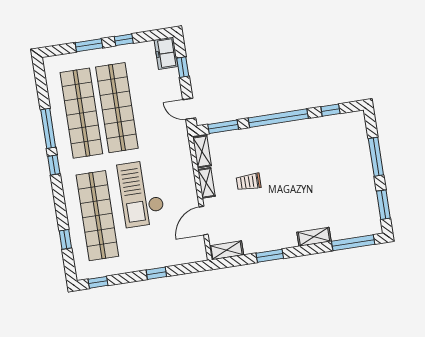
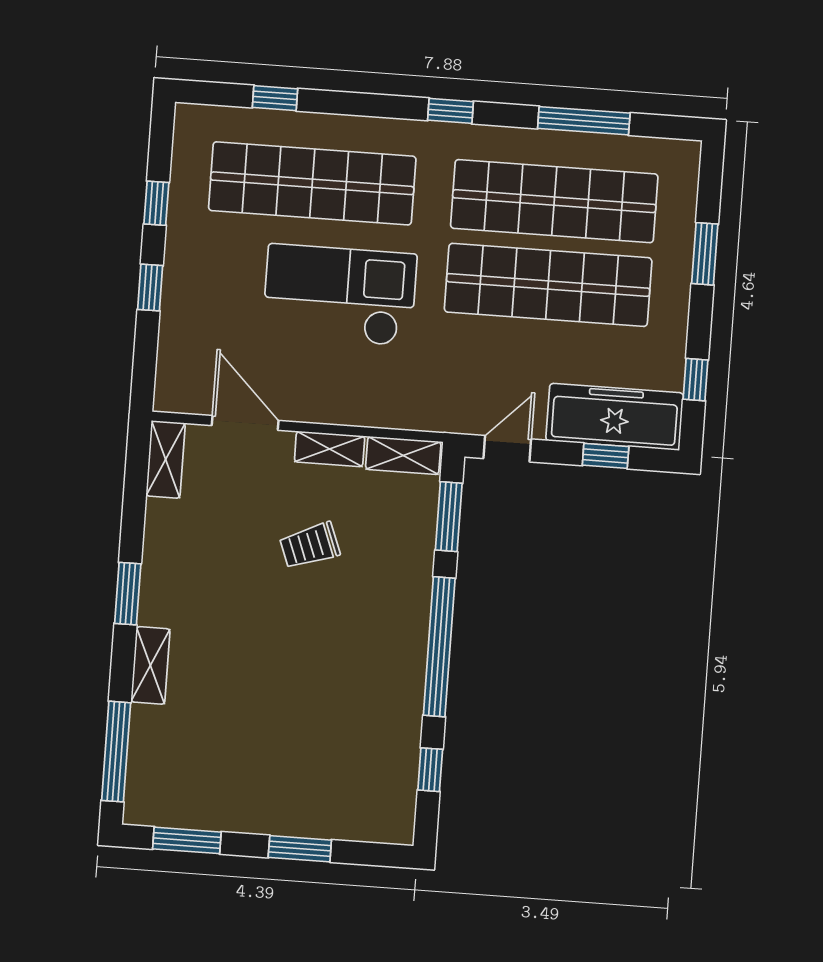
window: (124, 40) -> (696, 380), moved
freezer: (166, 53) -> (615, 417), width x1.91, depth x1.26
window: (48, 128) -> (584, 121), moved
window: (376, 157) -> (300, 849), width x0.69
trolley: (249, 182) -> (310, 546), turned -111
window: (270, 256) -> (128, 594), moved
window: (98, 282) -> (156, 203), moved

